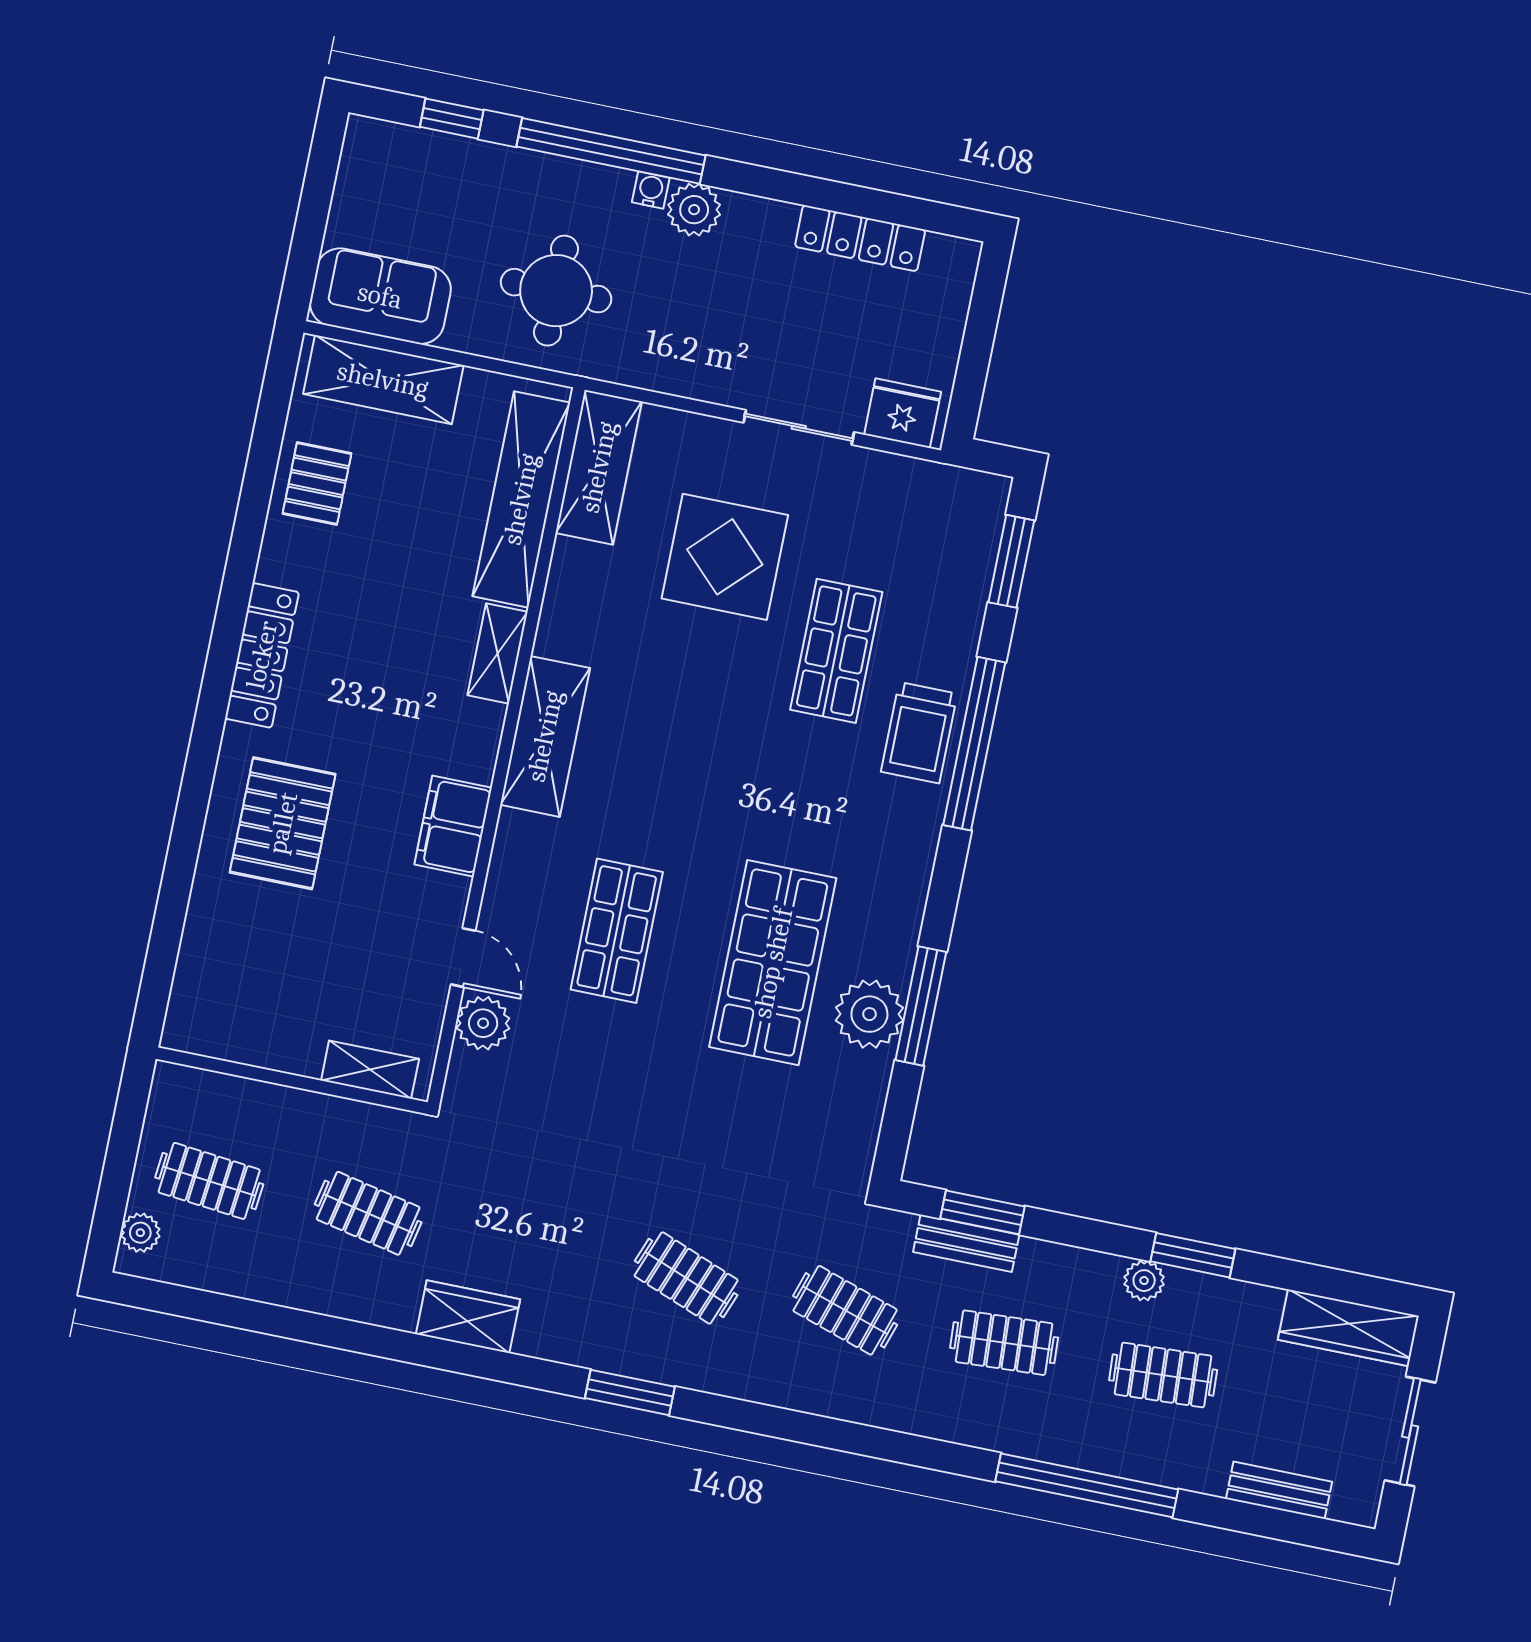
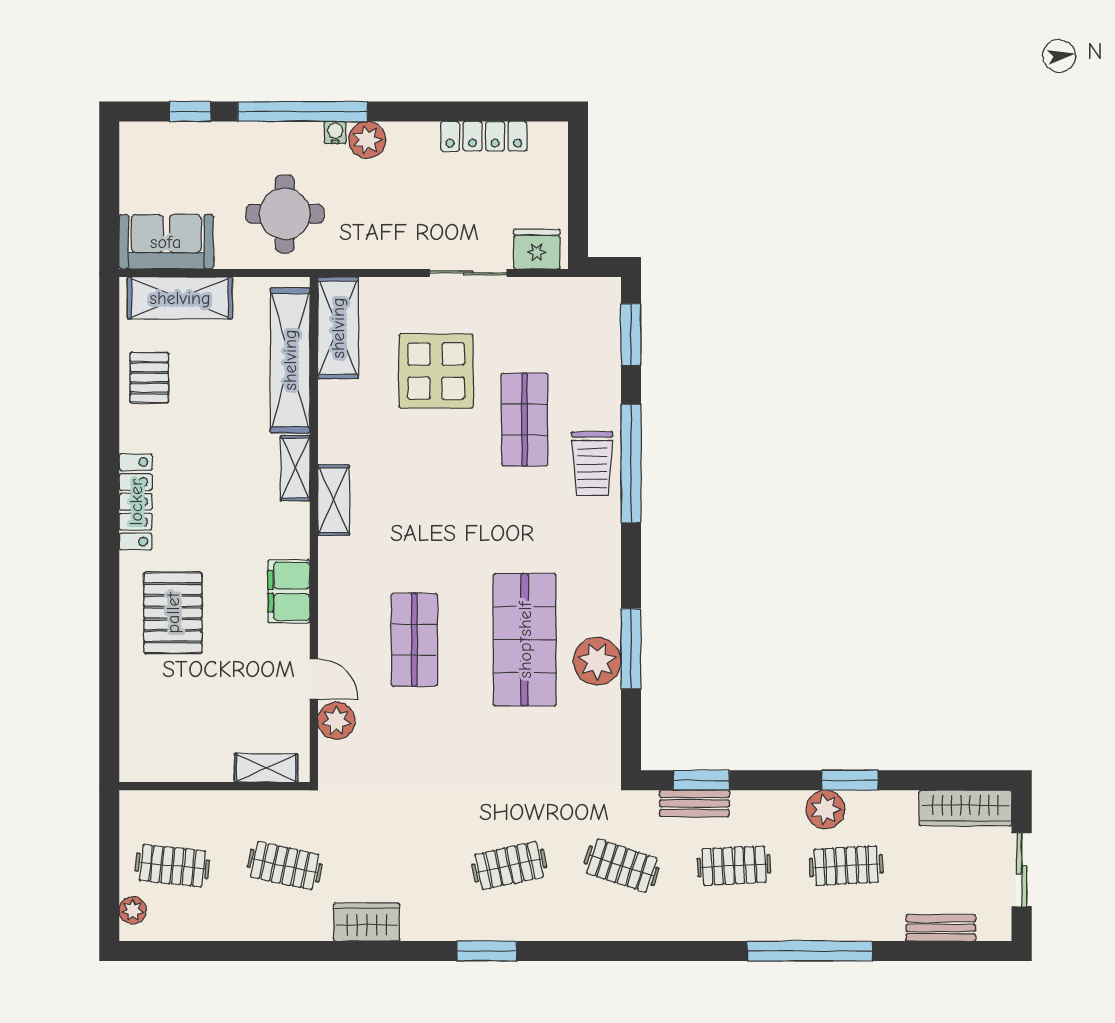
shelving: (545, 736) -> (334, 500), width x0.67, depth x0.75
clothes rail: (686, 1278) -> (509, 866), turned -33
plant: (1144, 1281) -> (826, 809), width x1.38, depth x1.38

